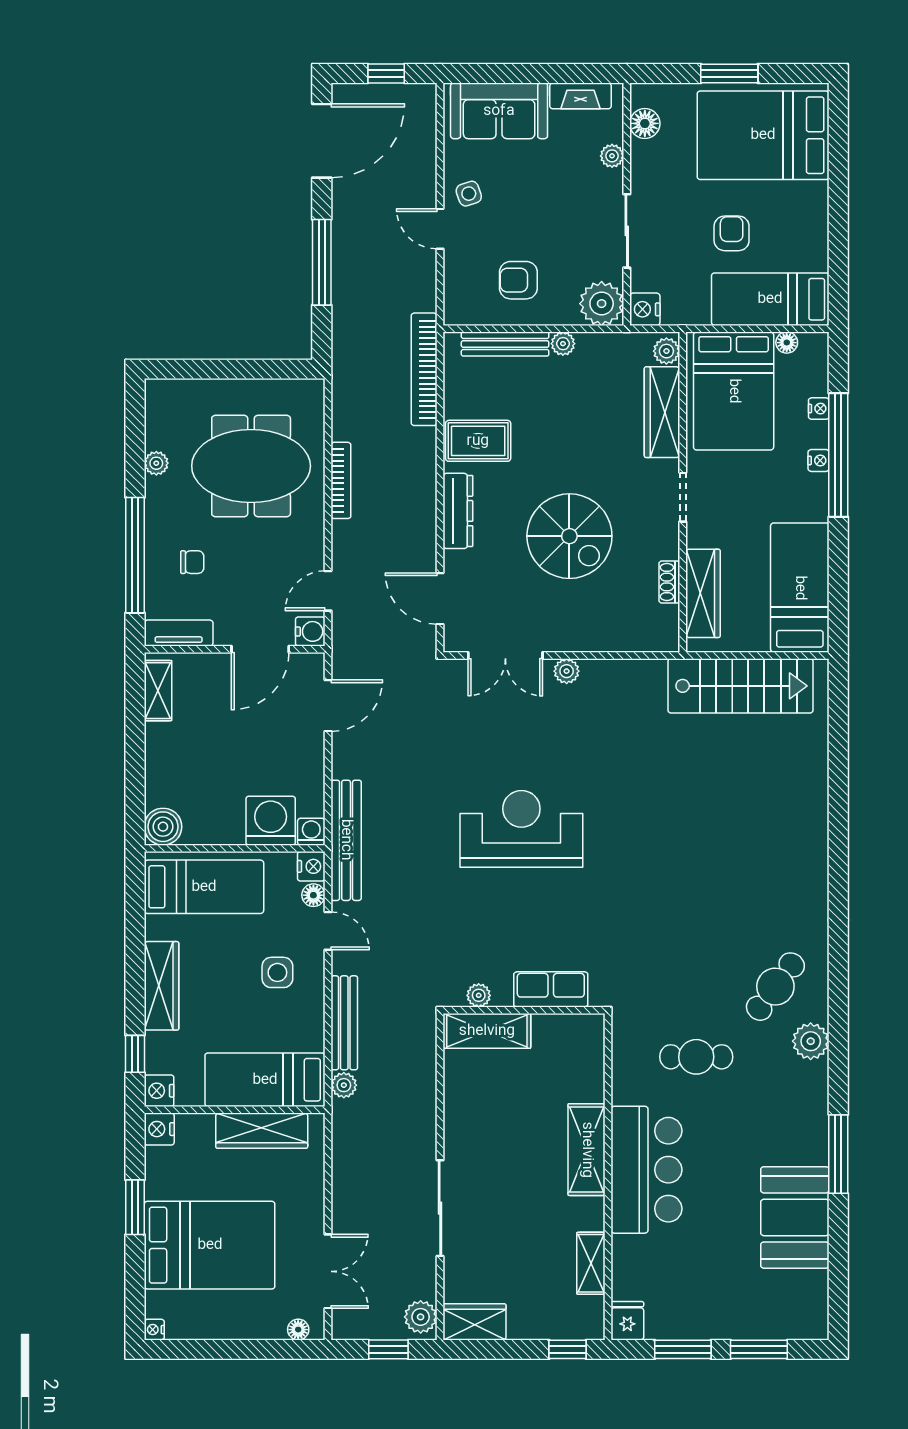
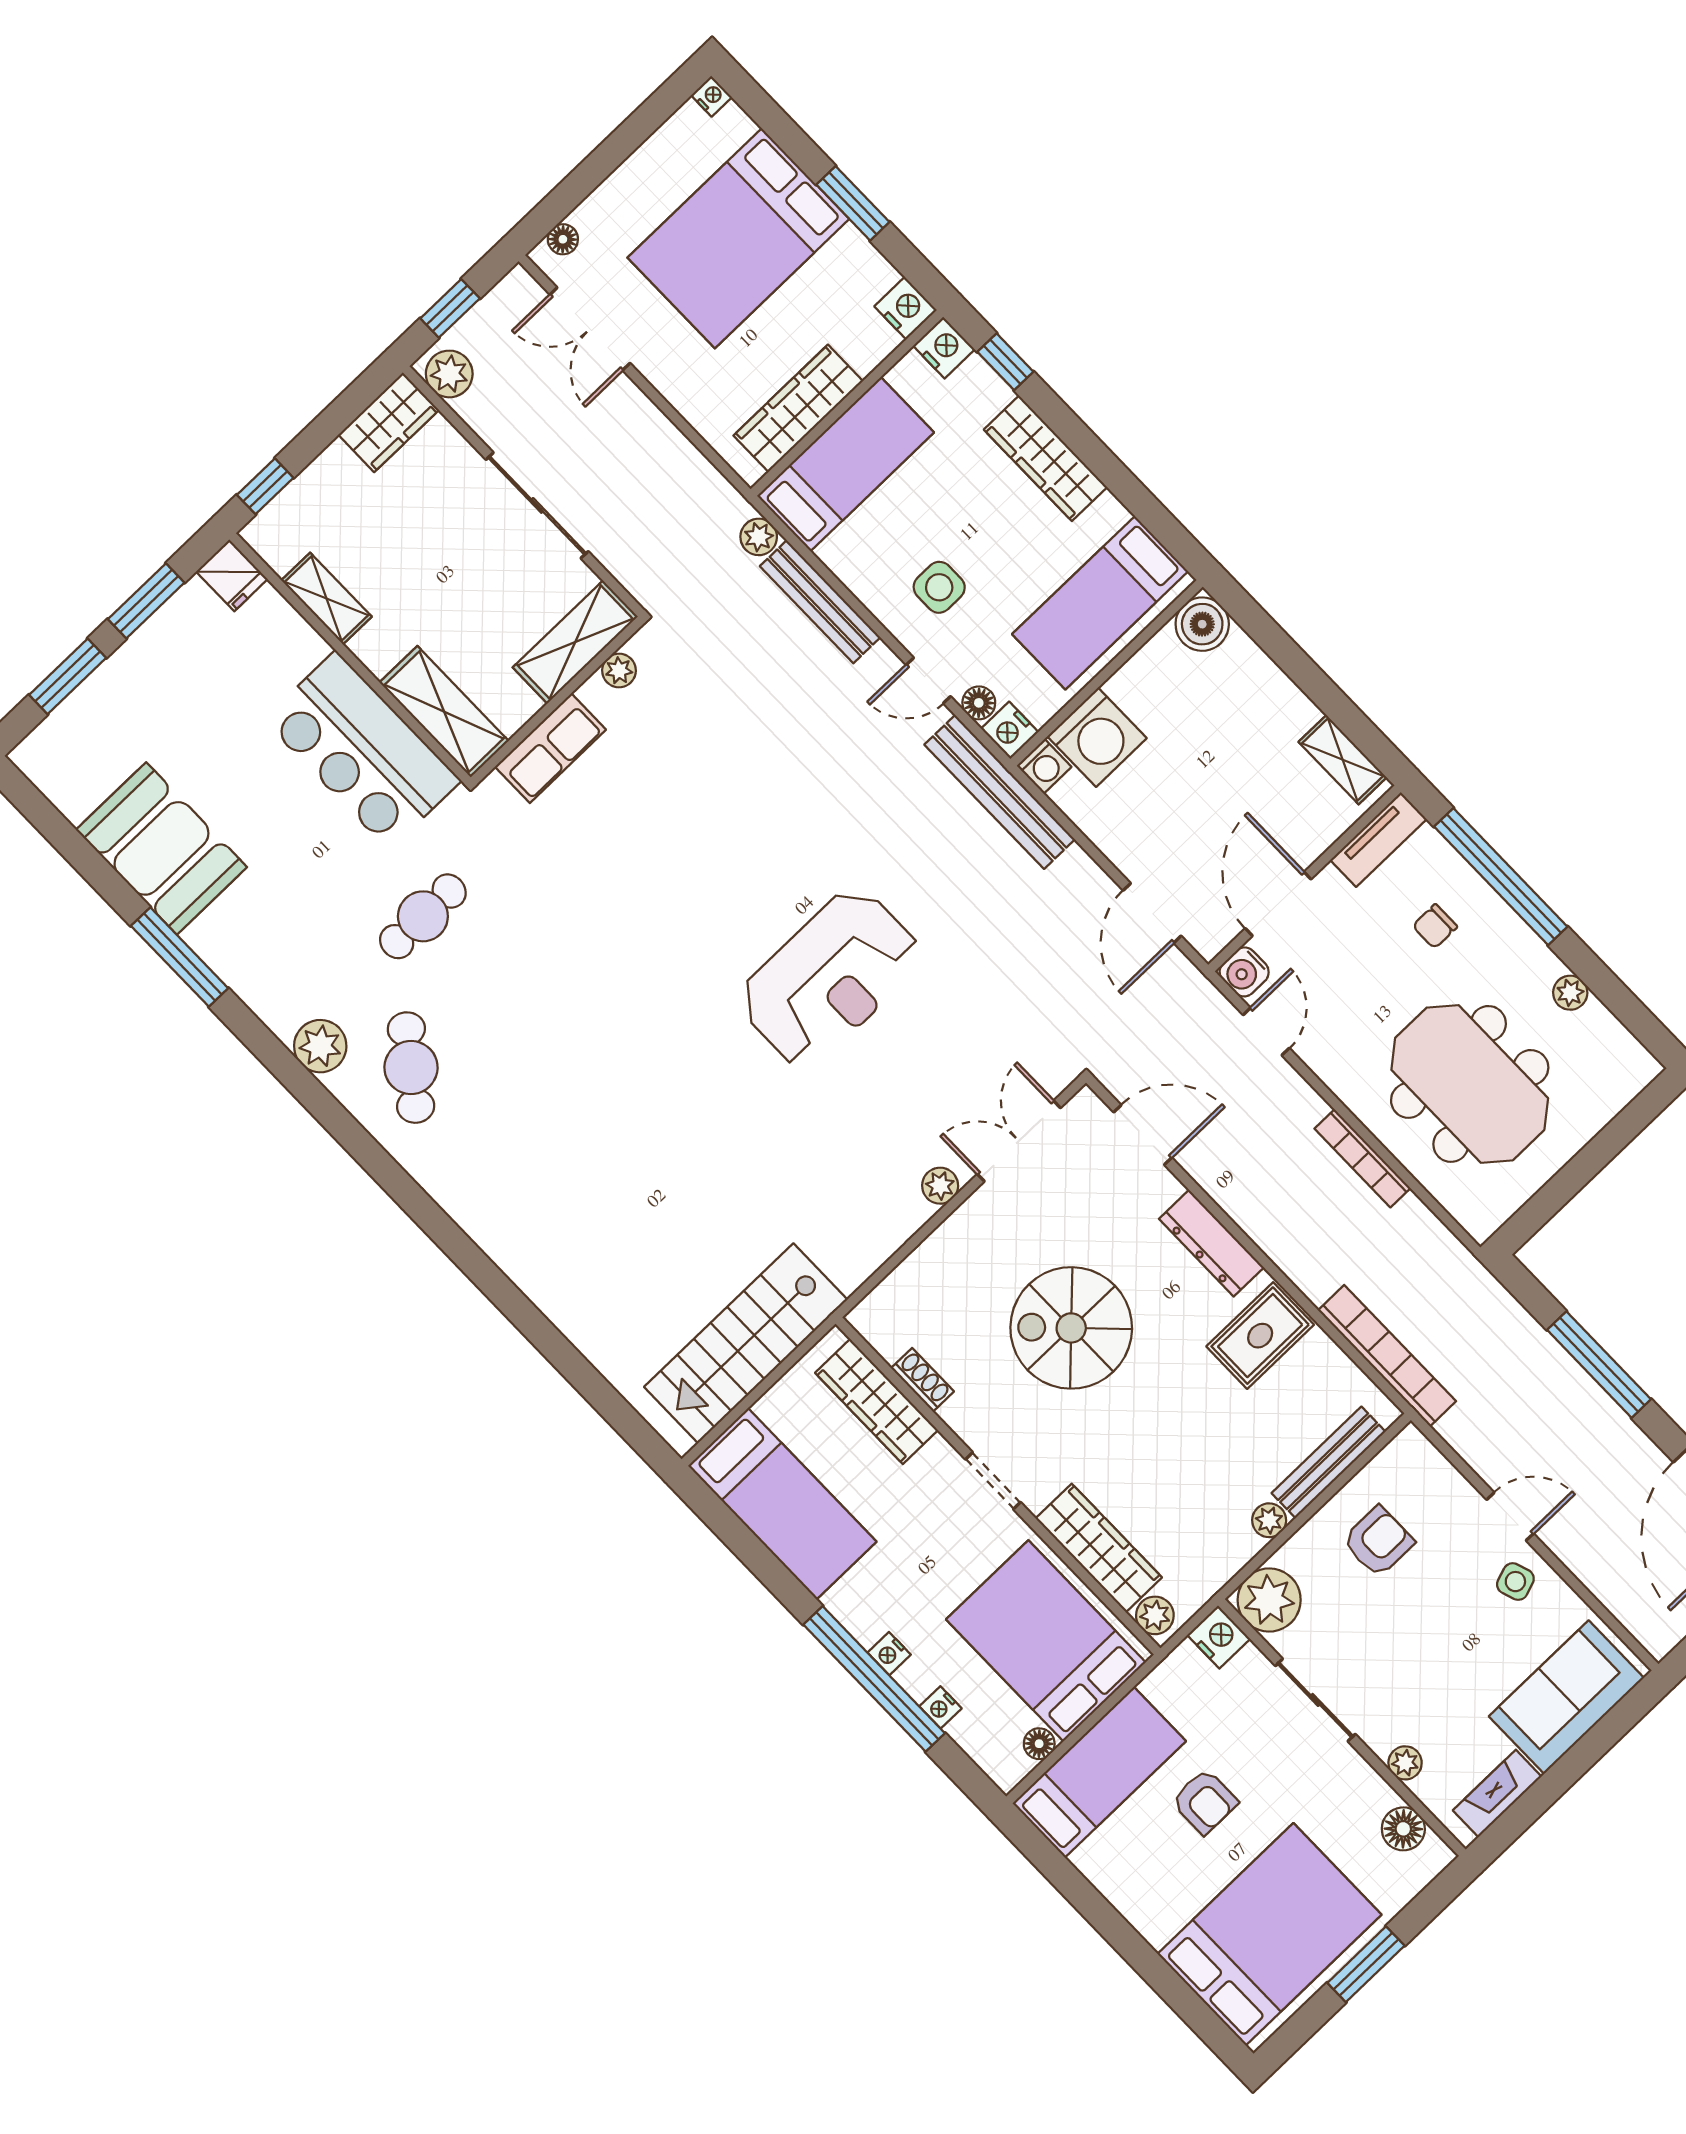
meeting table: (251, 466) -> (1470, 1084), turned 90
row of seats: (551, 989) -> (550, 748), moved
plant: (479, 995) -> (619, 670), moved
wall: (524, 1010) -> (557, 700), moved
shelving: (487, 1031) -> (575, 642), moved

